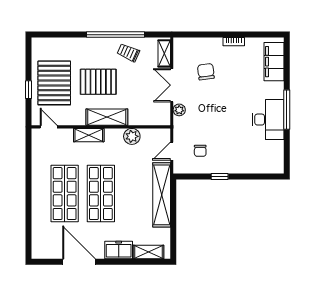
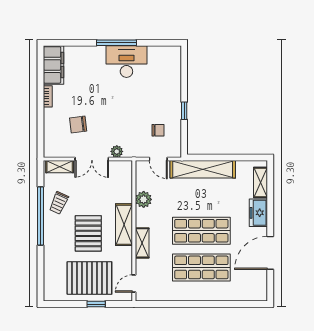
filing cabinet: (274, 62) -> (53, 65), moved, turned -90

